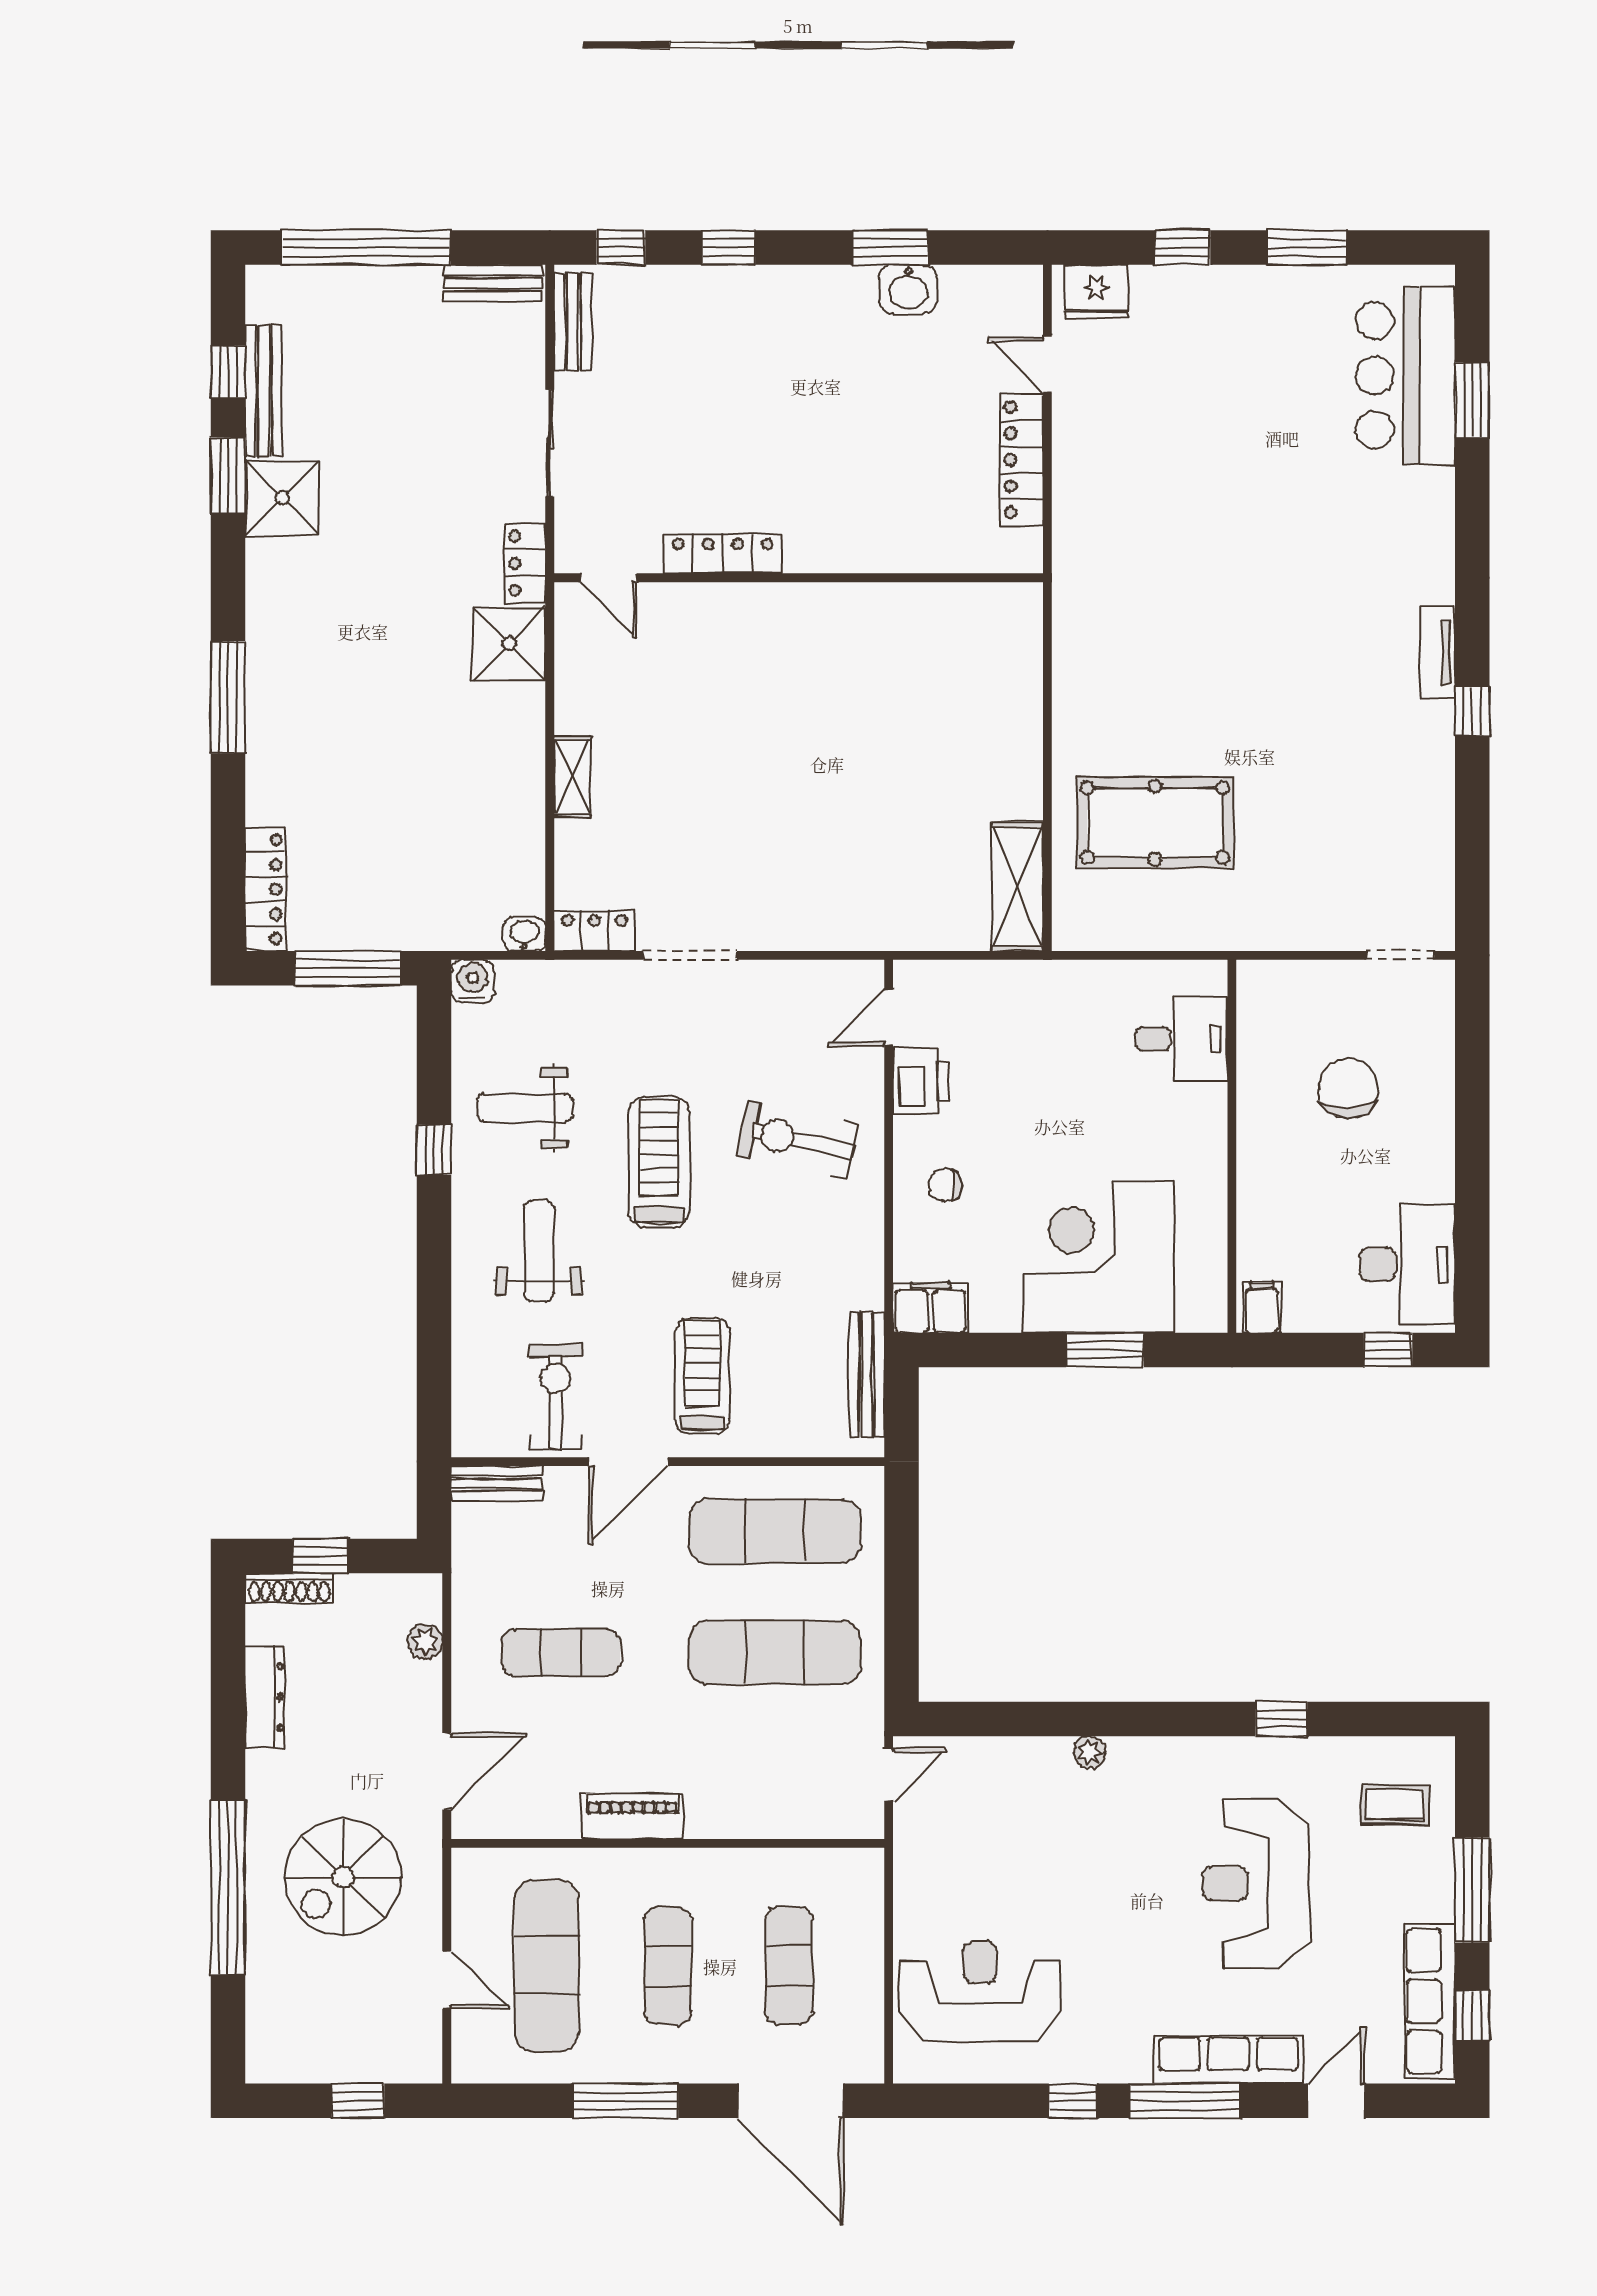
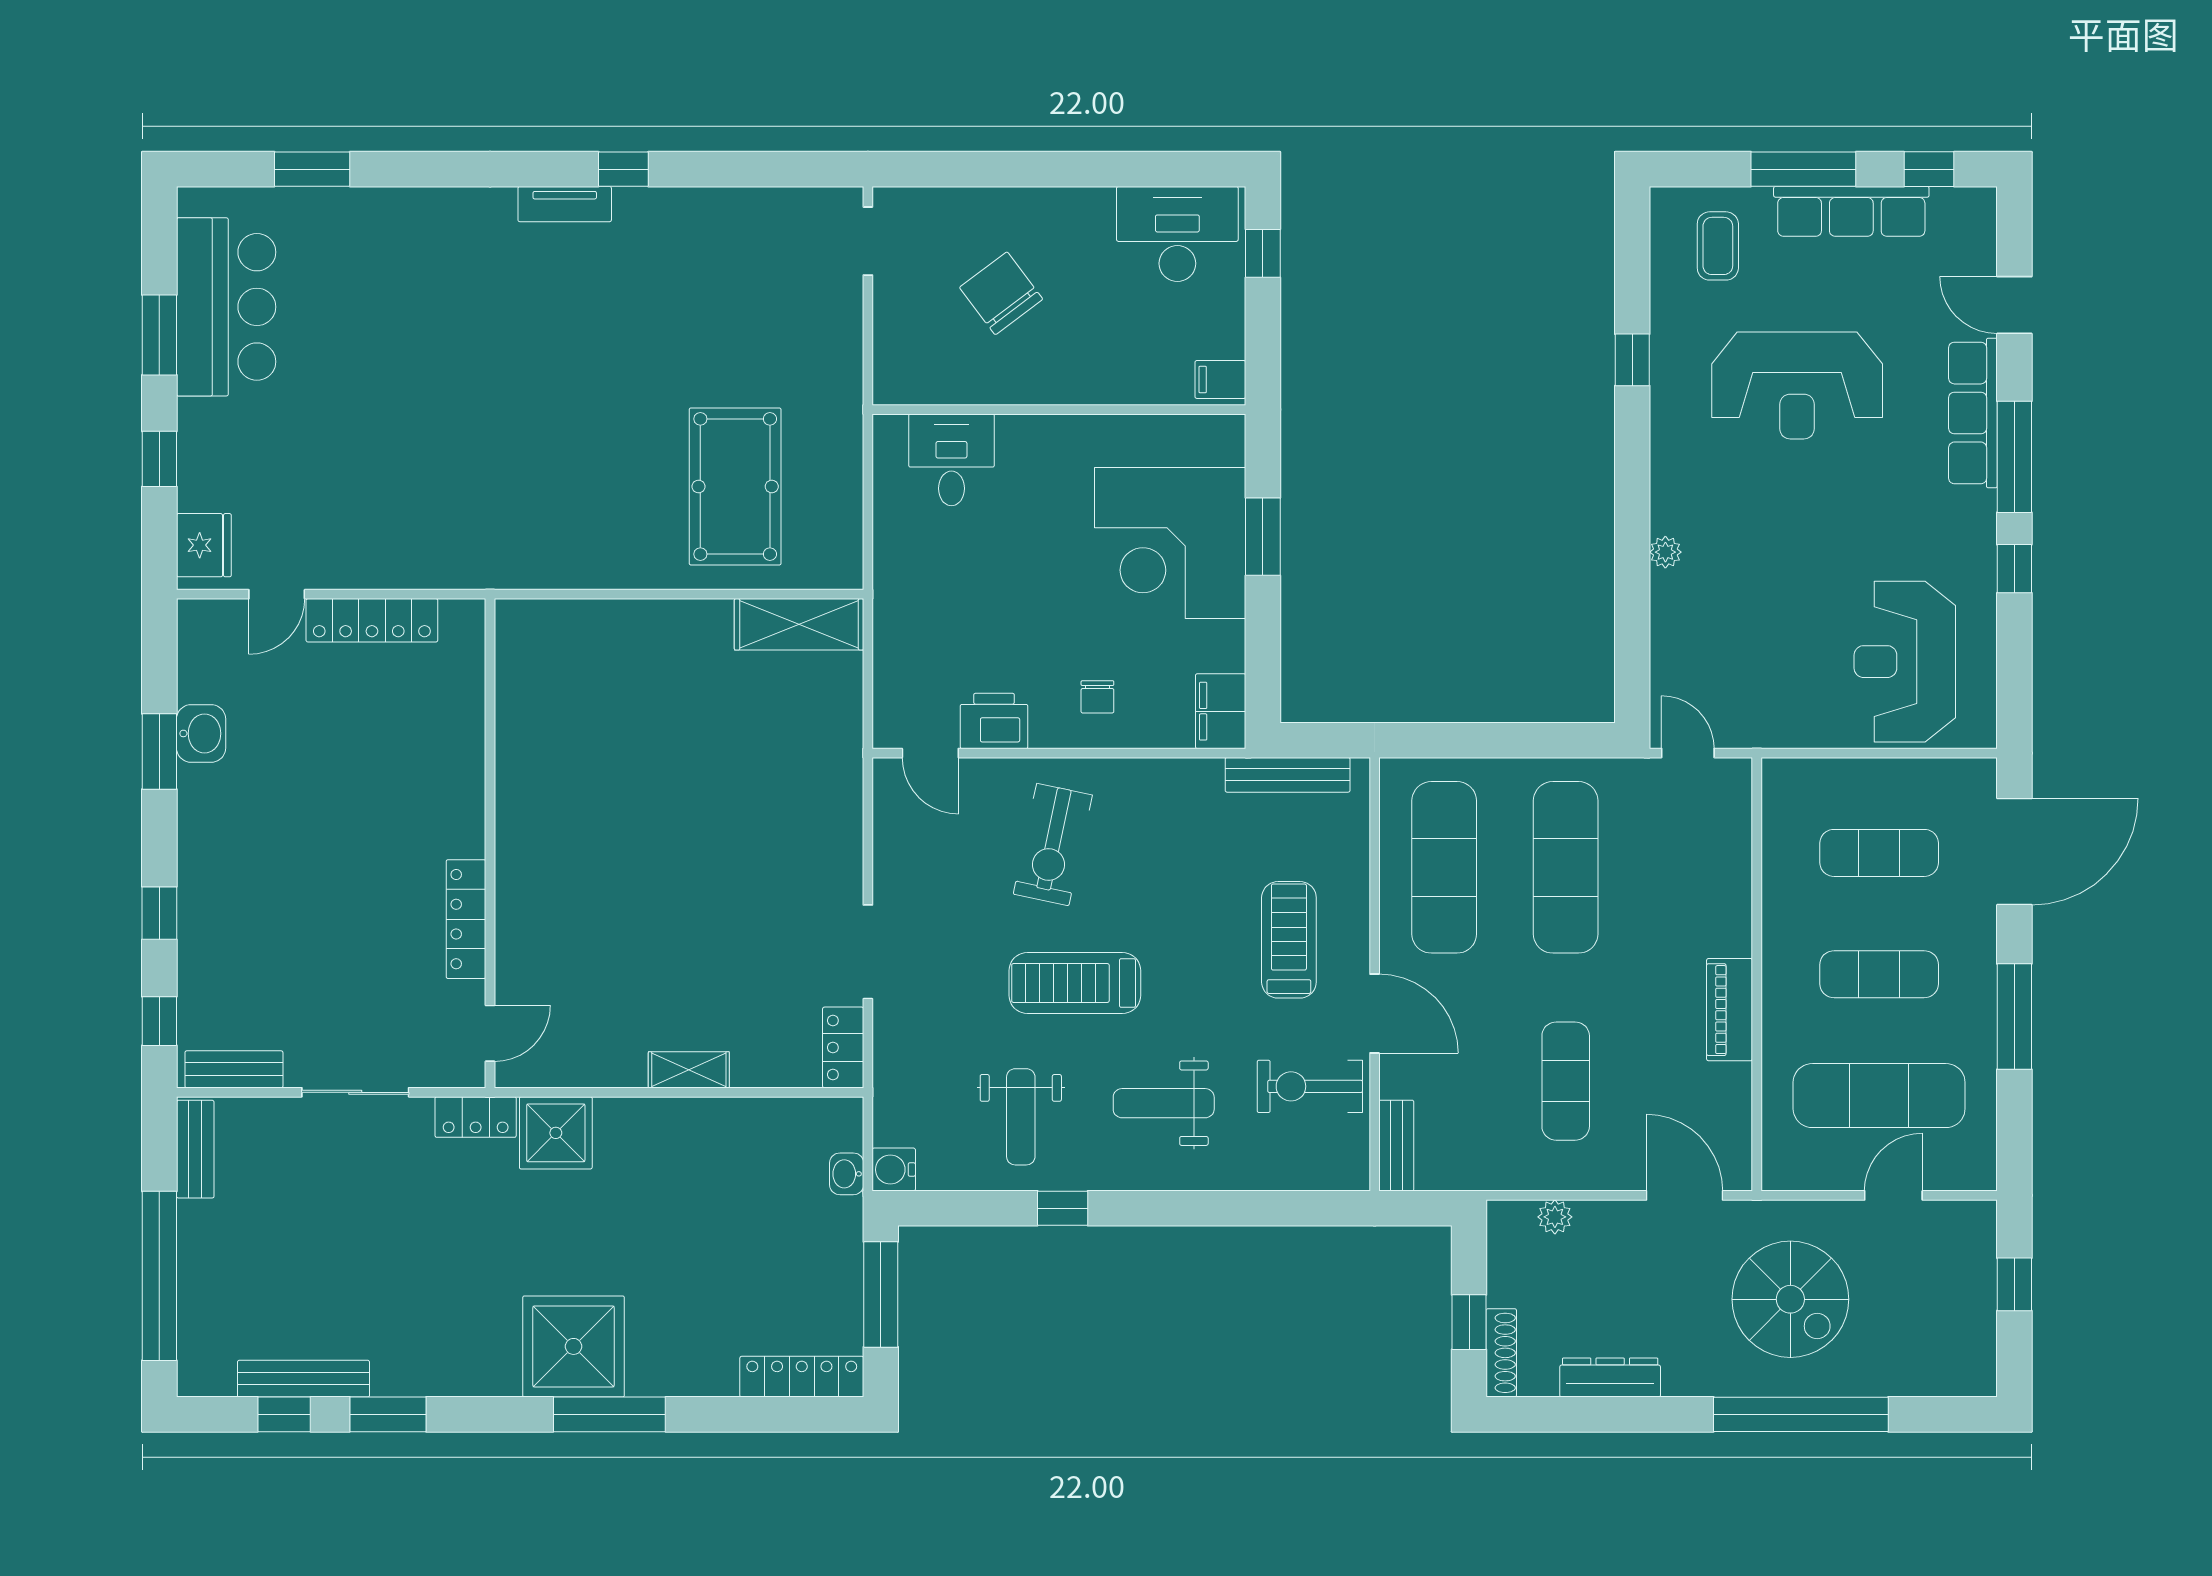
bar counter: (1406, 375) -> (226, 307), moved, turned -90
shower: (282, 498) -> (574, 1346), moved, width x1.37, depth x1.37
washbasin: (524, 934) -> (847, 1174), moved
chair: (1348, 1088) -> (1001, 293), turned 53
treadmill: (702, 1376) -> (1289, 940), turned 90
row of seats: (1430, 2001) -> (1851, 211), moved

